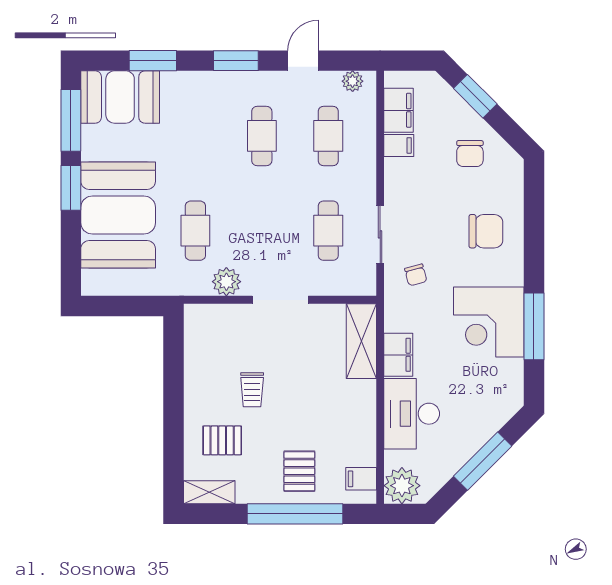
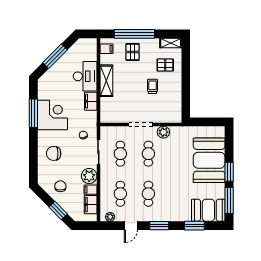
cafe table: (195, 231) -> (148, 154), moved
shelving: (361, 341) -> (106, 81), moved
plant: (402, 486) -> (89, 176), moved

